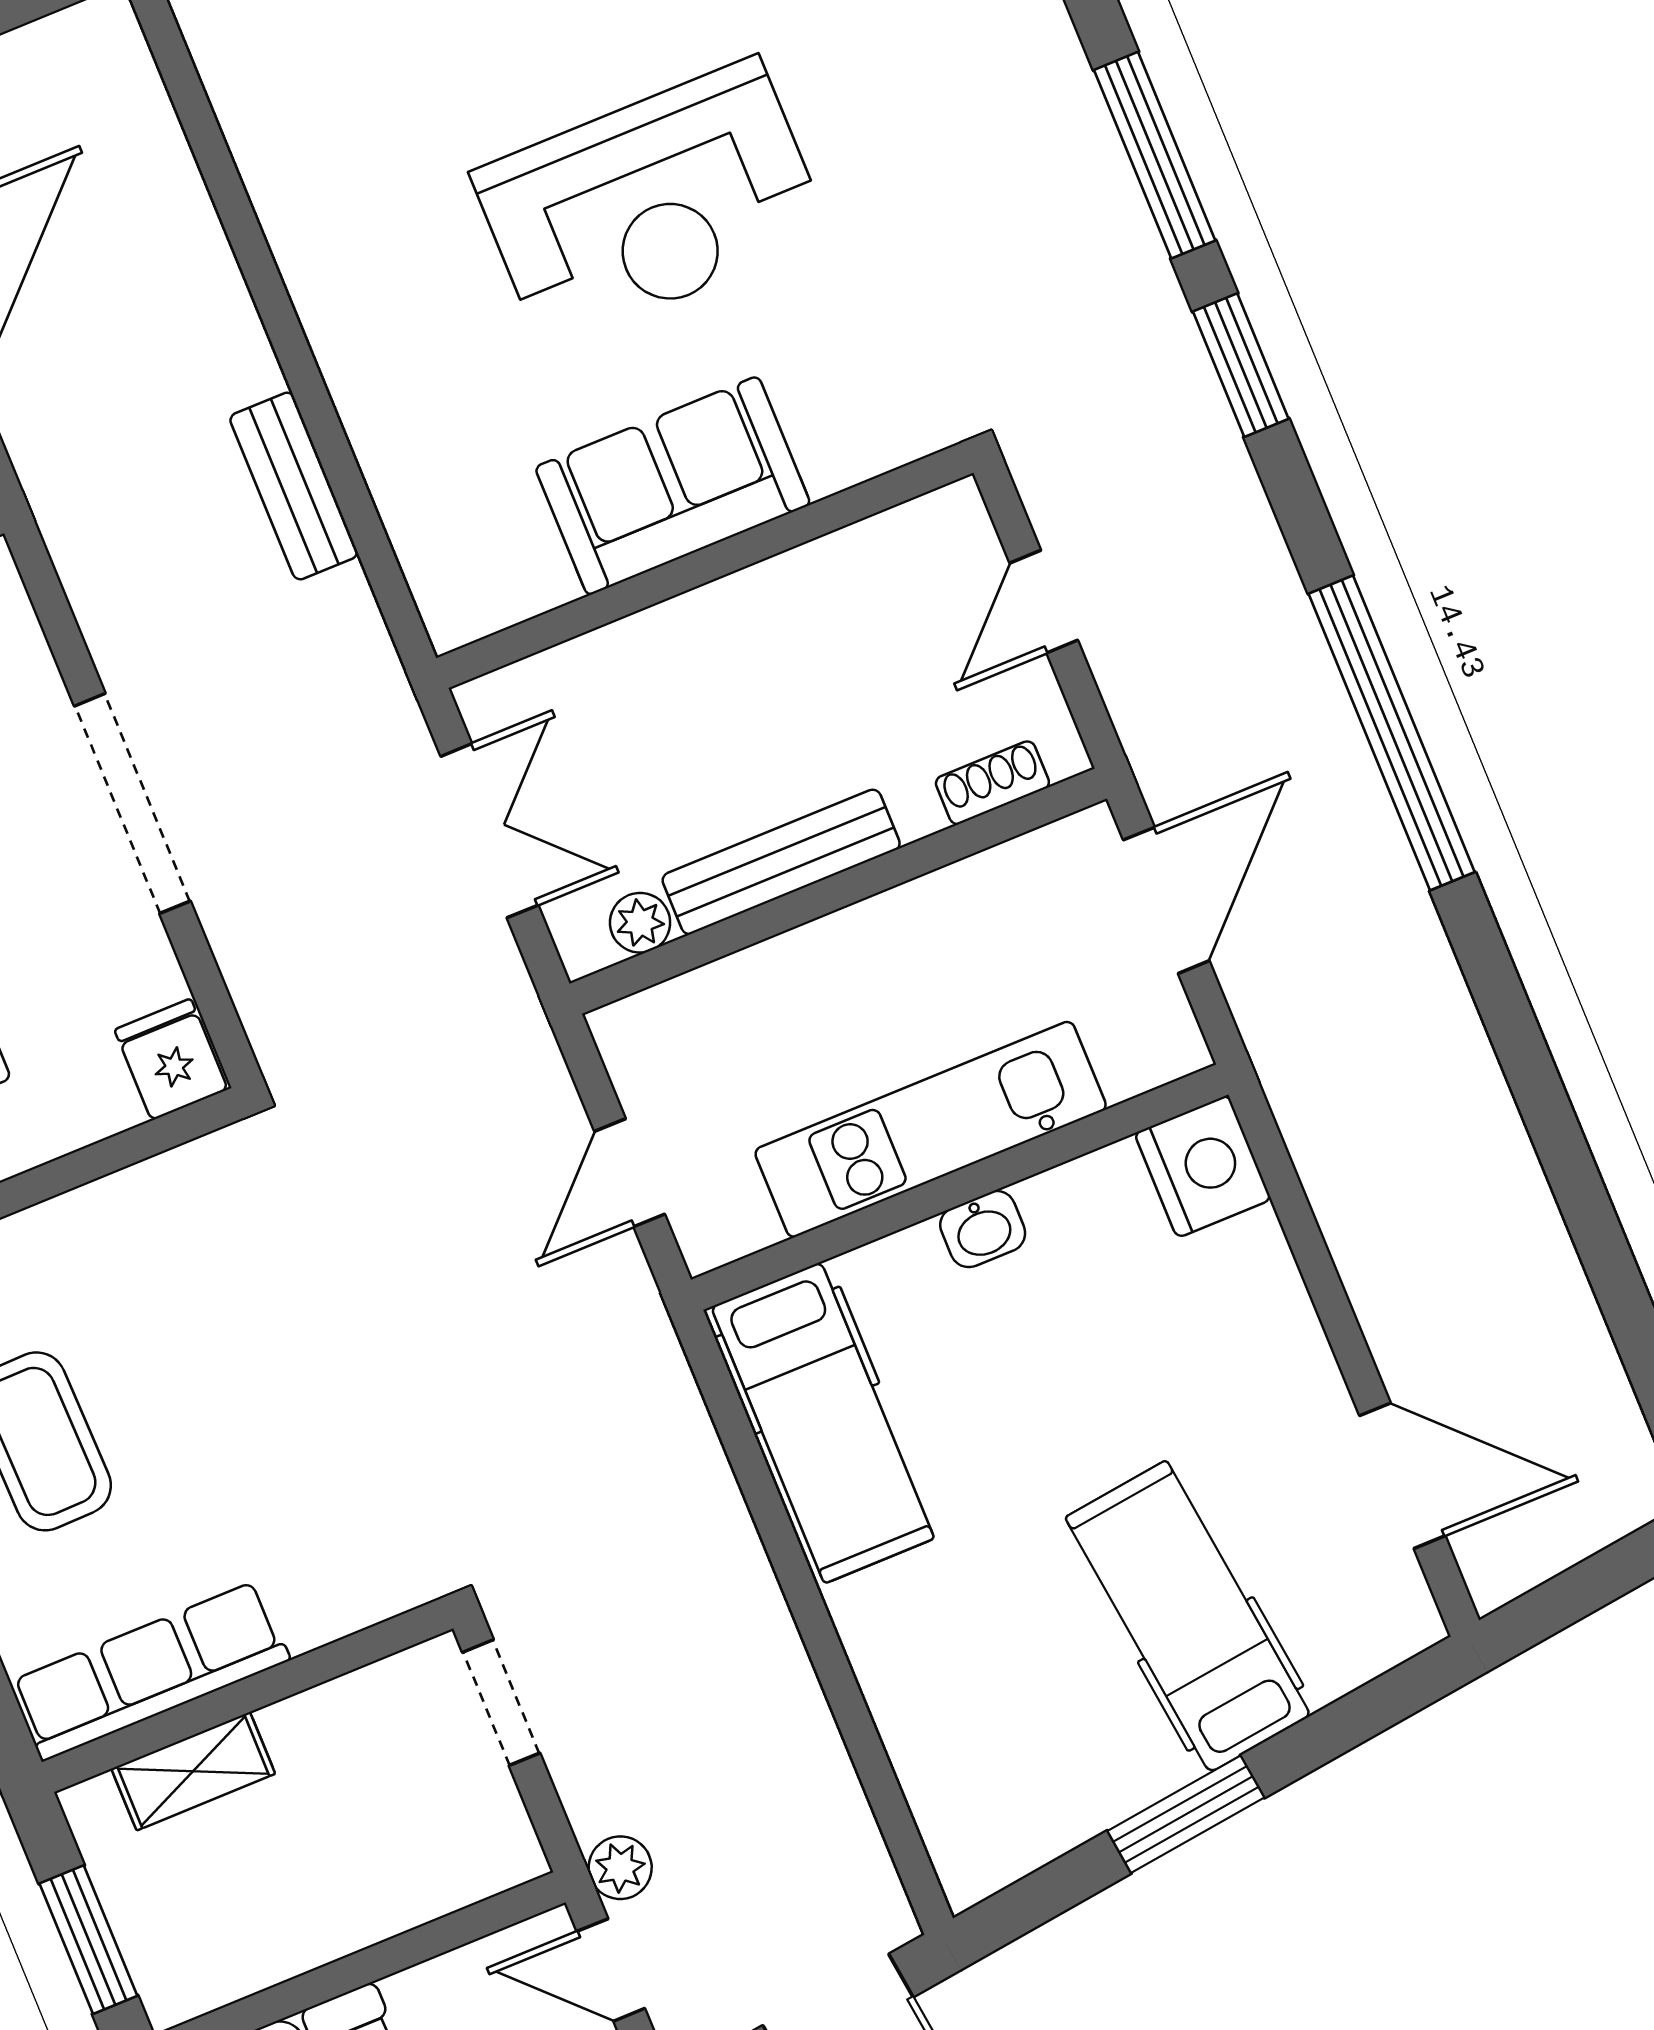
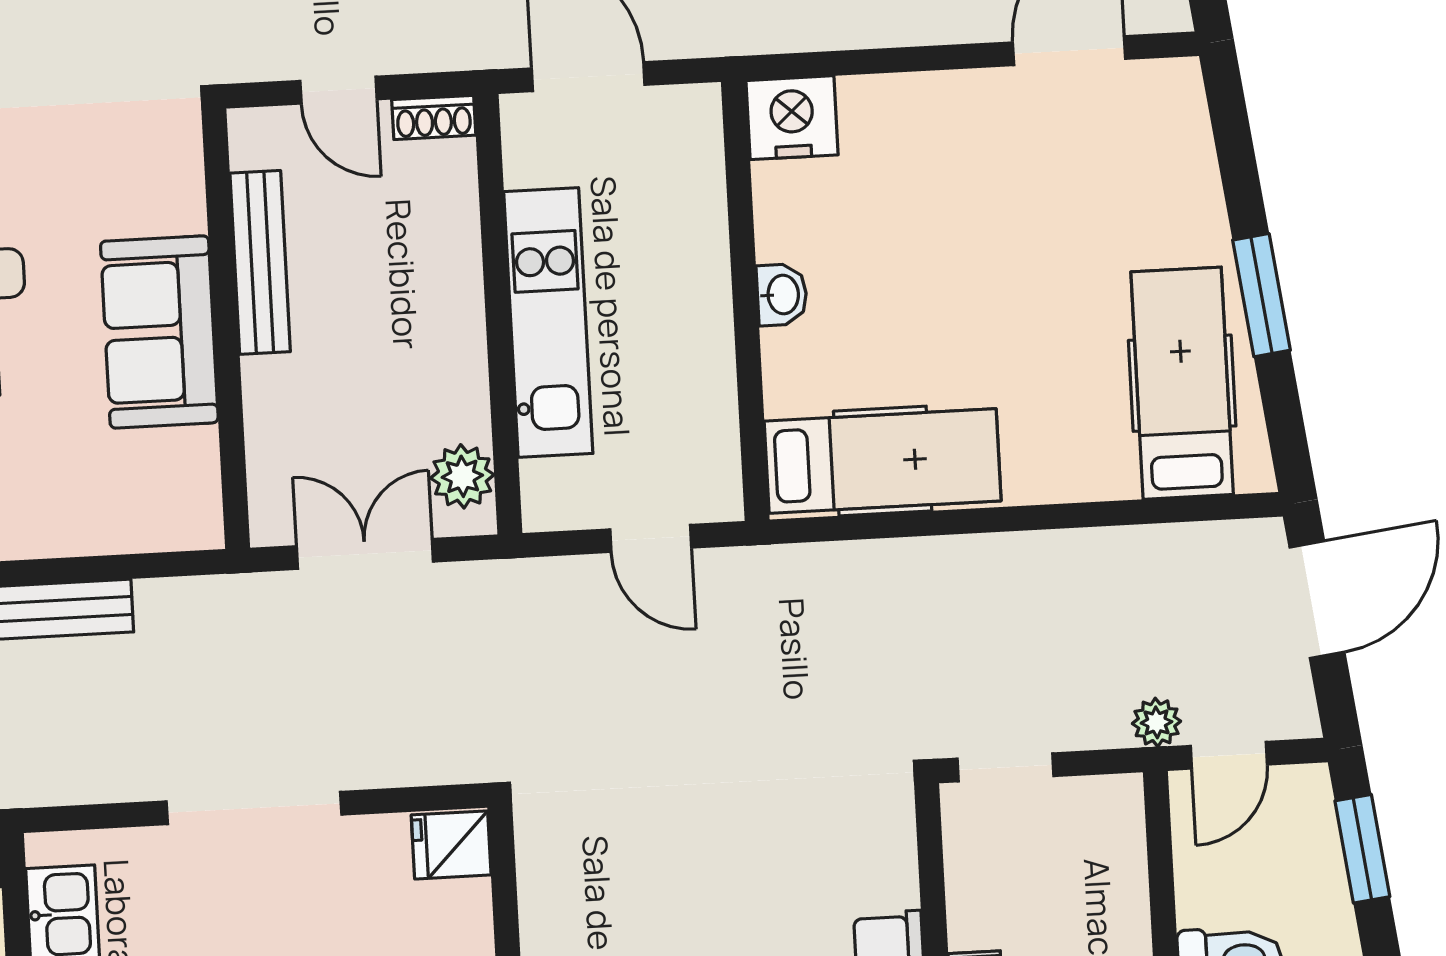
shoe rack: (992, 783) -> (434, 117), moved, turned -90
bench: (781, 862) -> (260, 262), moved
plant: (640, 923) -> (462, 476), width x1.38, depth x1.38
kitchen unit: (931, 1129) -> (548, 323), moved, turned 180
hospital bed: (1188, 1616) -> (1182, 383), moved, turned 97

